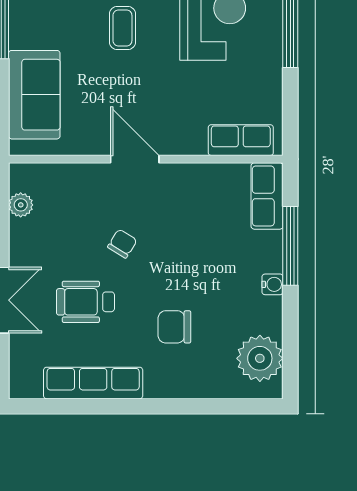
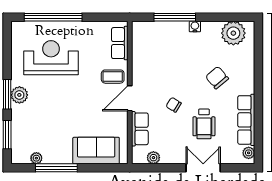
coffee table: (122, 28) -> (113, 77), moved
row of seats: (267, 196) -> (140, 129), moved, turned -90
chair: (174, 327) -> (217, 78), turned 140
plant: (30, 388) -> (249, 153), added

